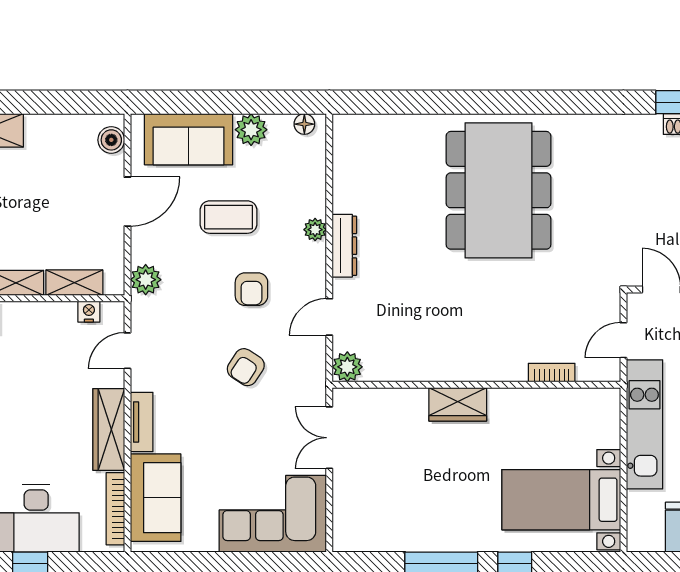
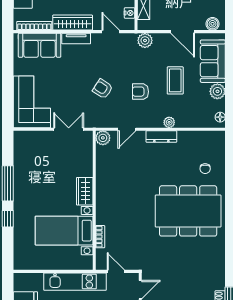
chair: (411, 155) -> (205, 169), added
door: (329, 317) -> (127, 129), swing flipped
bed with nightstands: (561, 500) -> (64, 231), moved, turned -90

